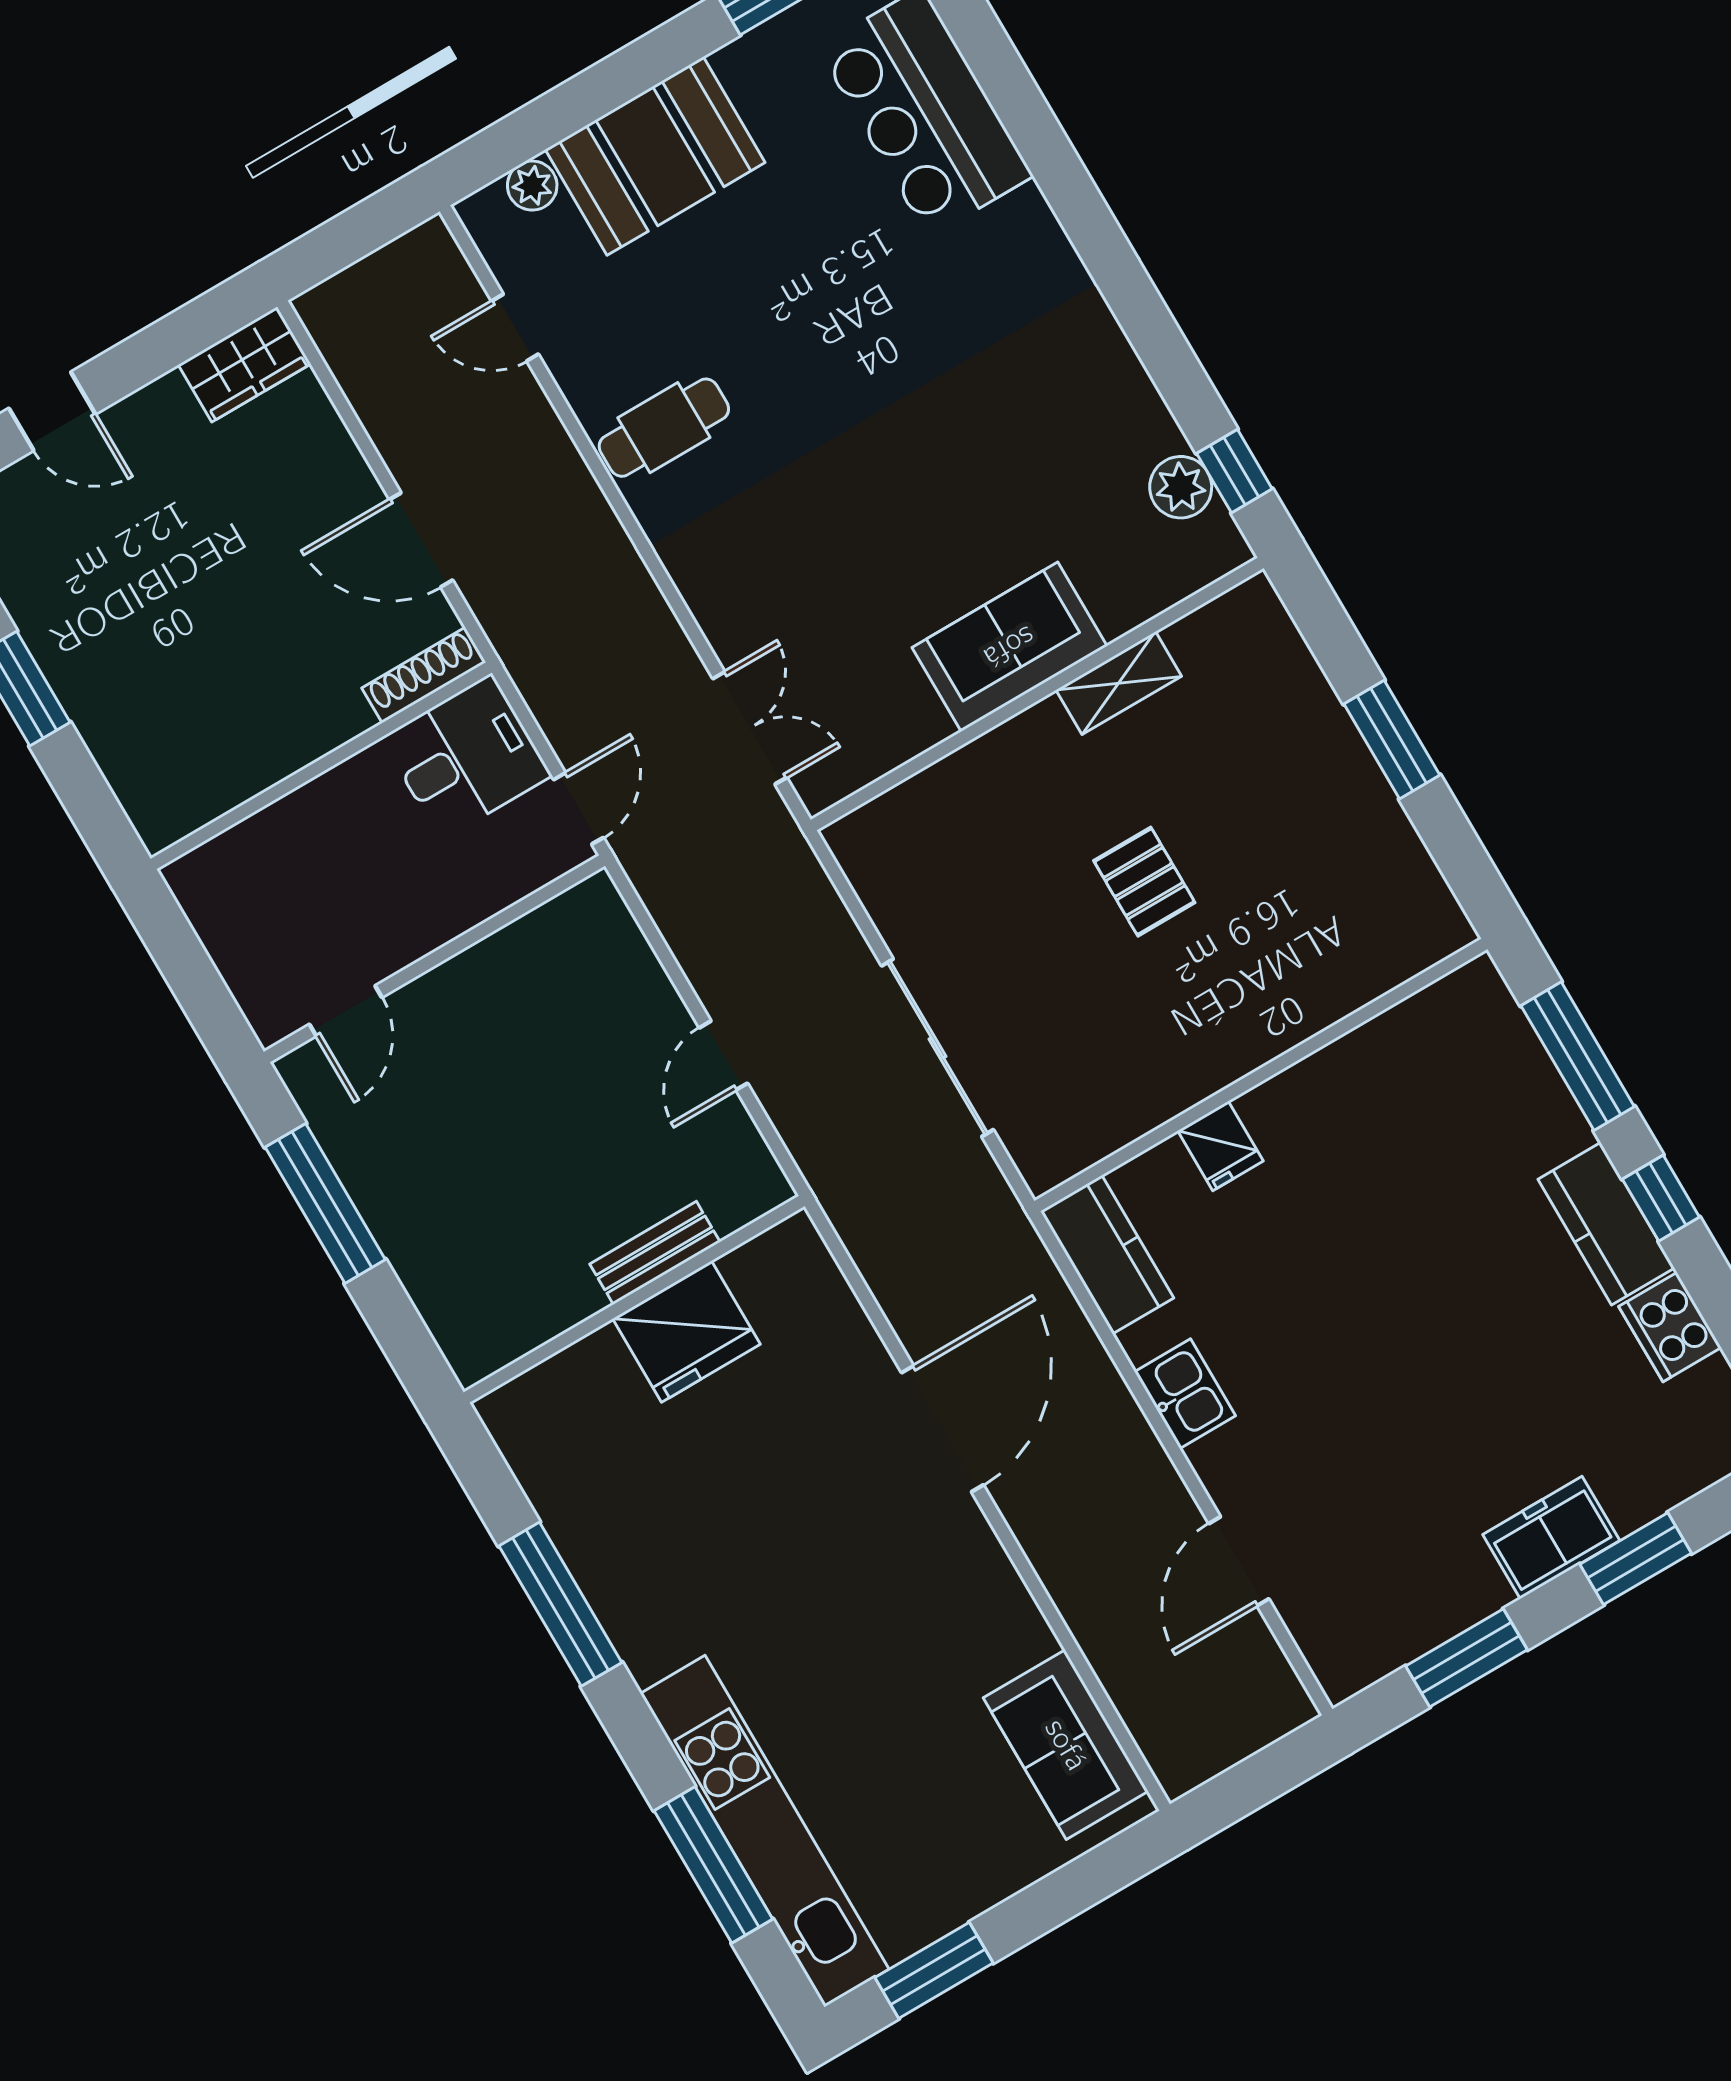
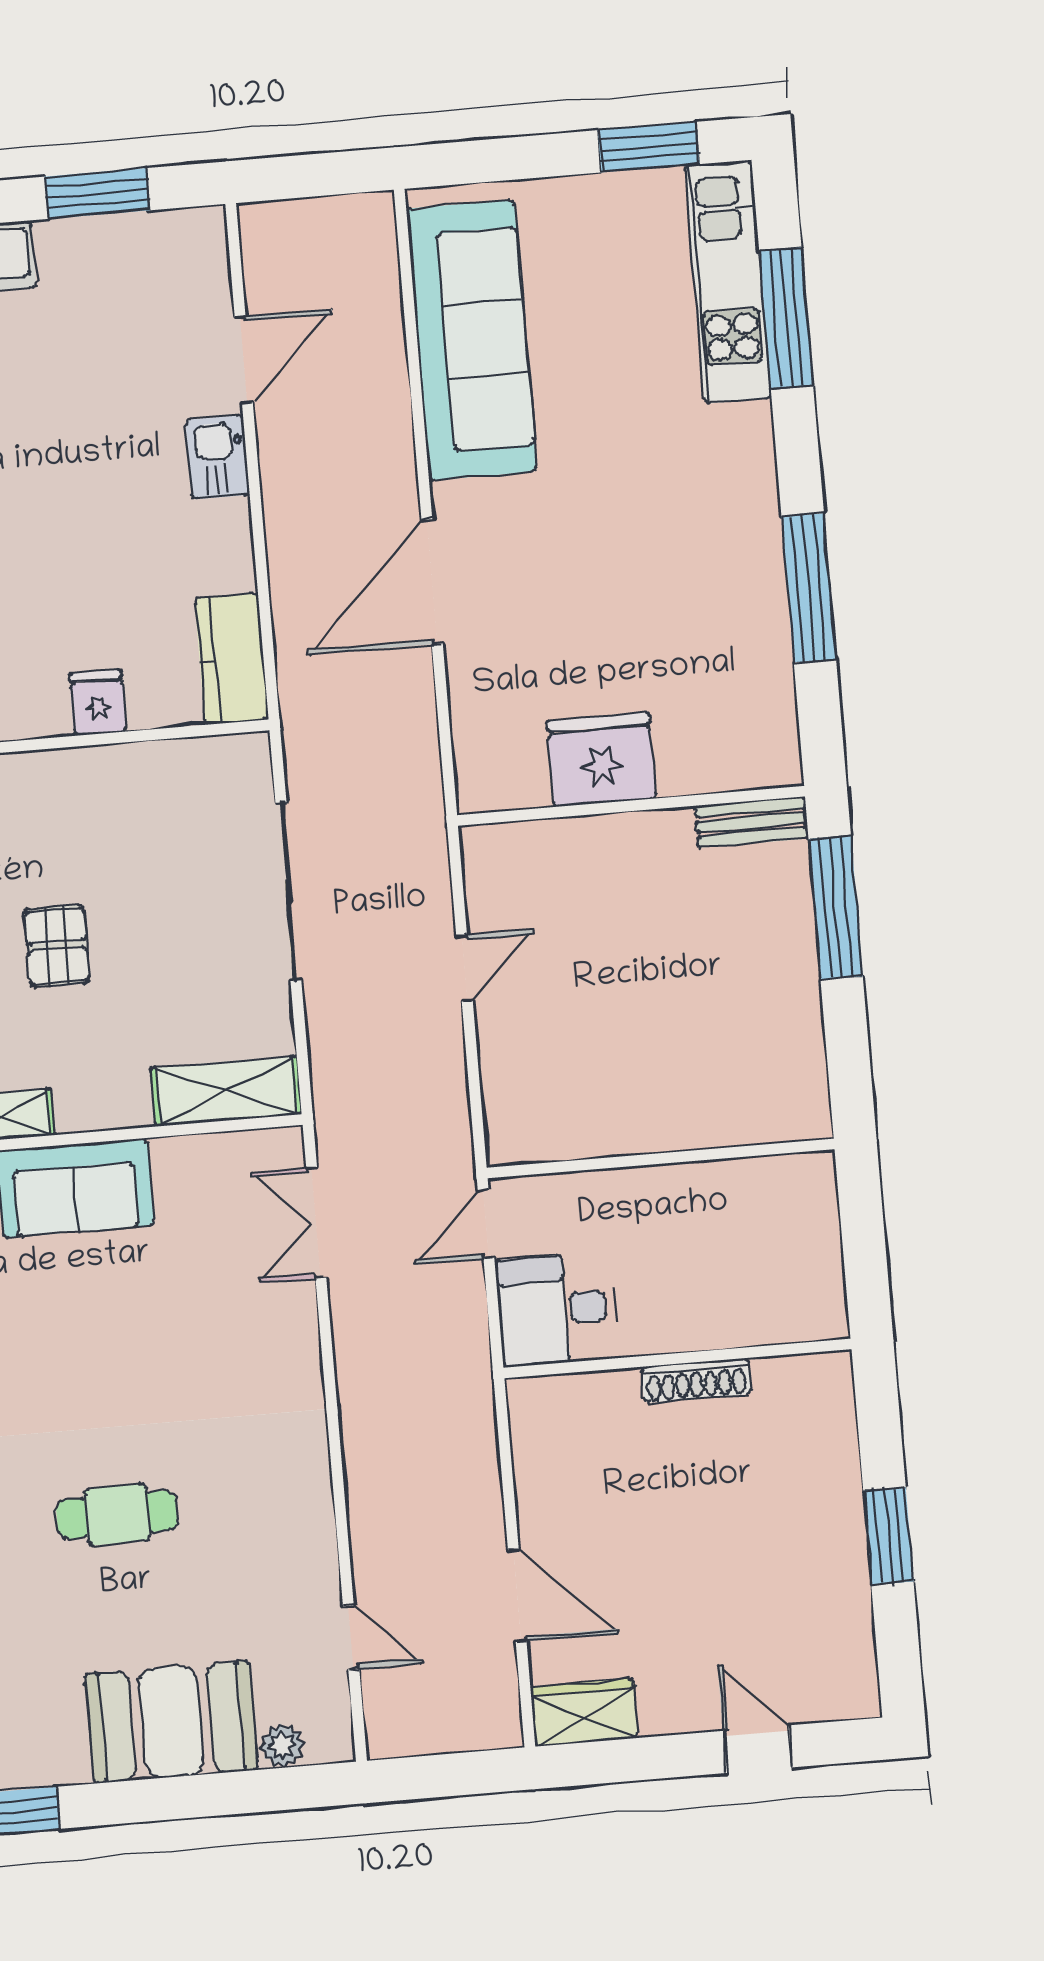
cafe table: (664, 428) -> (117, 1515), moved
door: (421, 540) -> (517, 1596), moved
shoe rack: (424, 675) -> (696, 1380), moved
shelving: (904, 817) -> (226, 1091), added
door: (346, 1011) -> (753, 1151), removed
window: (325, 1203) -> (836, 908), moved
bench: (655, 1253) -> (752, 822), moved
kitchen sink: (1185, 1394) -> (217, 457), moved
sofa: (1066, 1745) -> (471, 340), width x1.85, depth x1.27
kitchen unit: (765, 1831) -> (728, 282), width x0.73

